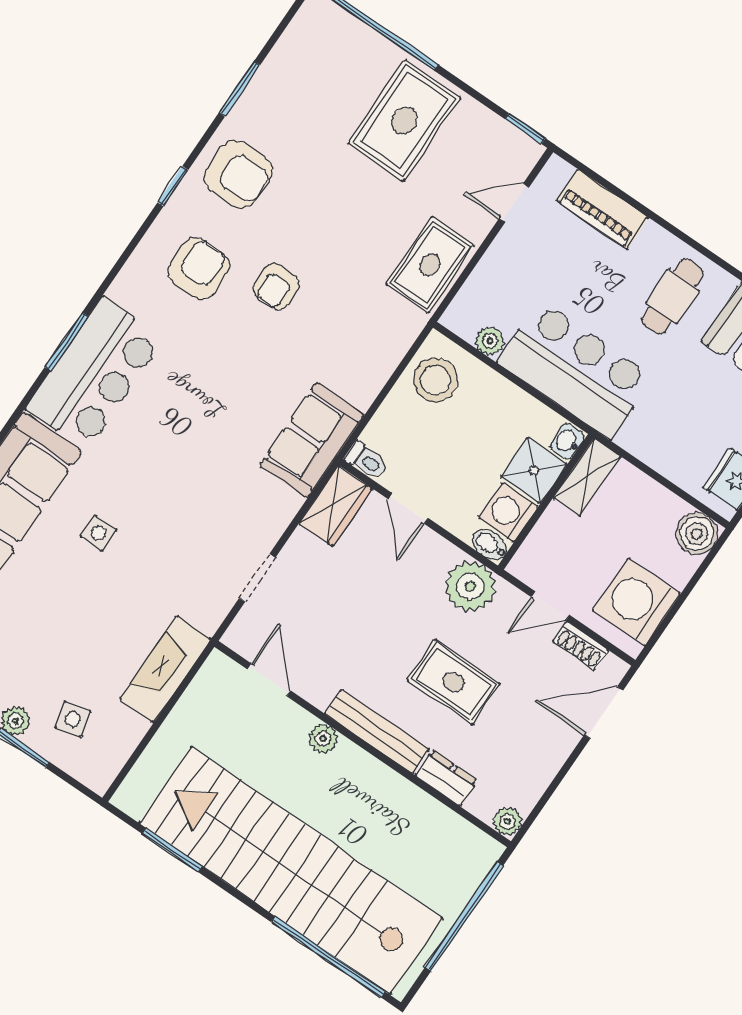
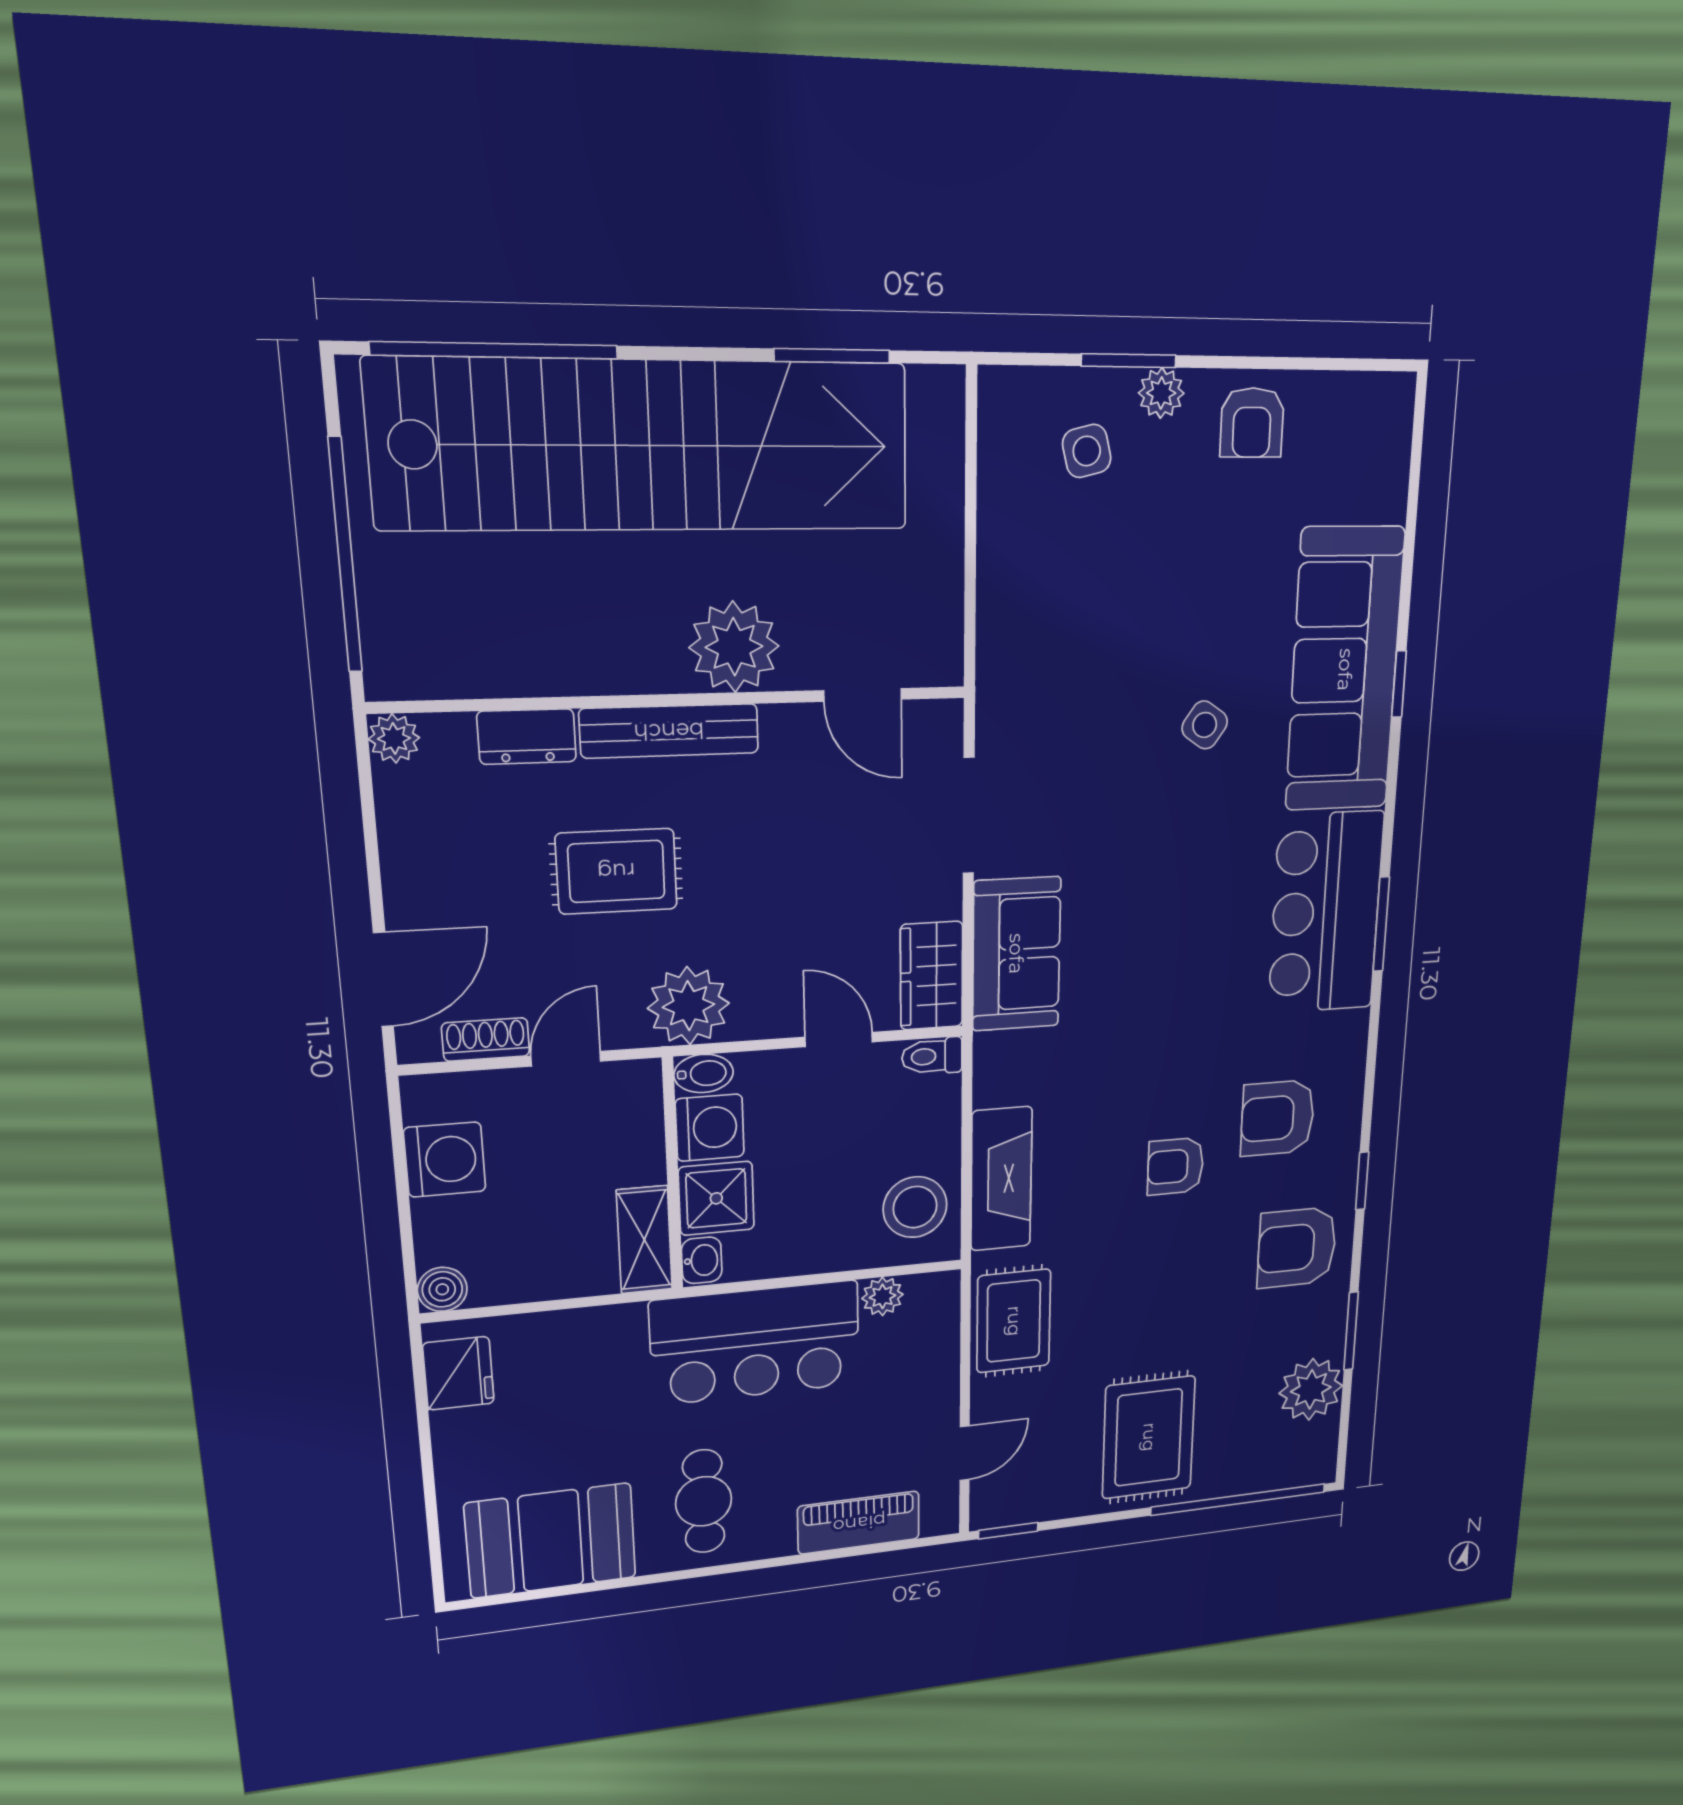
plant: (288, 69) -> (1311, 1389), added
armchair: (199, 269) -> (1278, 1118), turned 90
armchair: (276, 286) -> (1175, 1166), turned -90
sofa: (312, 440) -> (1016, 954), moved
side table: (99, 533) -> (1205, 725), turned 35
boiler: (697, 534) -> (442, 1289), width x0.73, depth x0.73
doorway: (257, 578) -> (969, 816), width x1.38
washing machine: (636, 602) -> (445, 1160), width x0.73, depth x0.73
fireplace: (165, 669) -> (1001, 1179), moved
plant: (323, 739) -> (734, 647), width x1.88, depth x1.88

